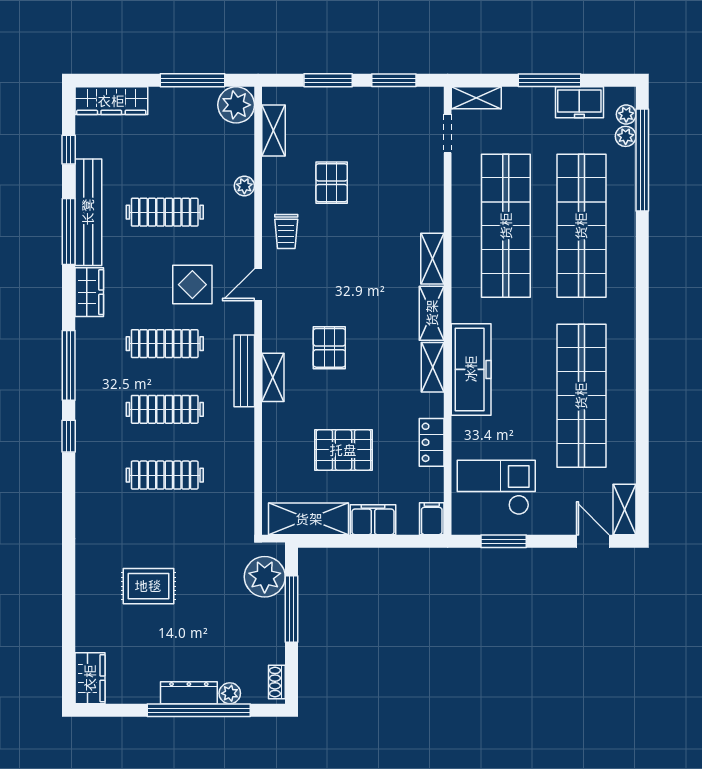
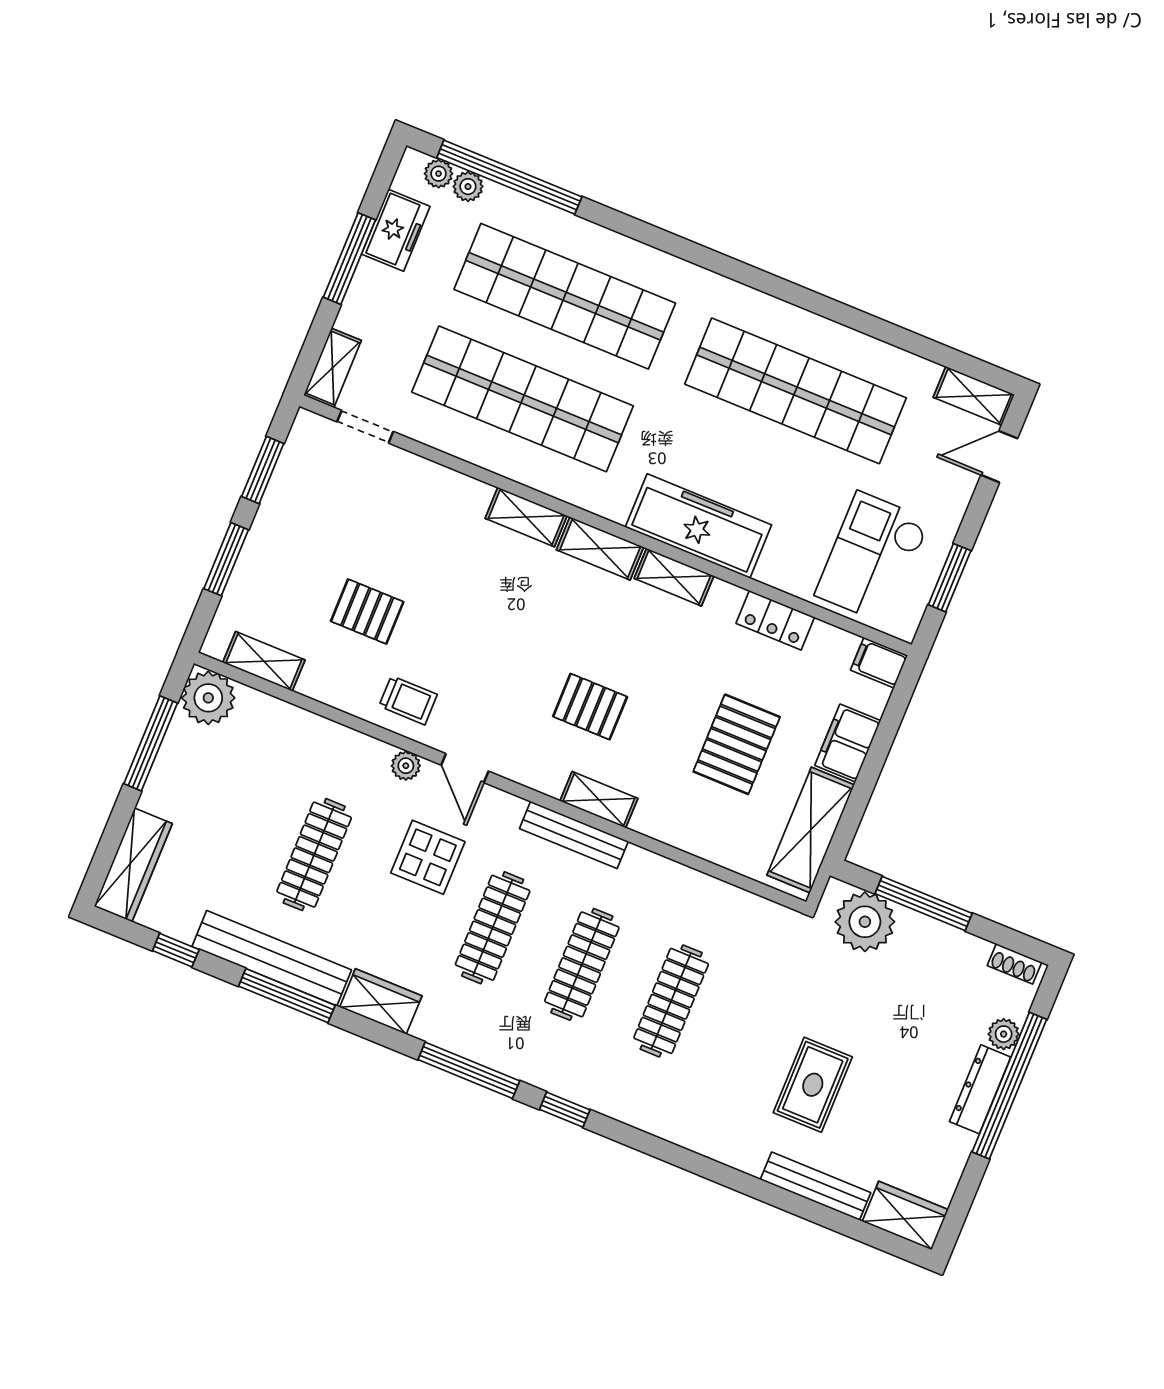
plant: (244, 186) -> (406, 766), moved
bench: (85, 614) -> (816, 1186), added

